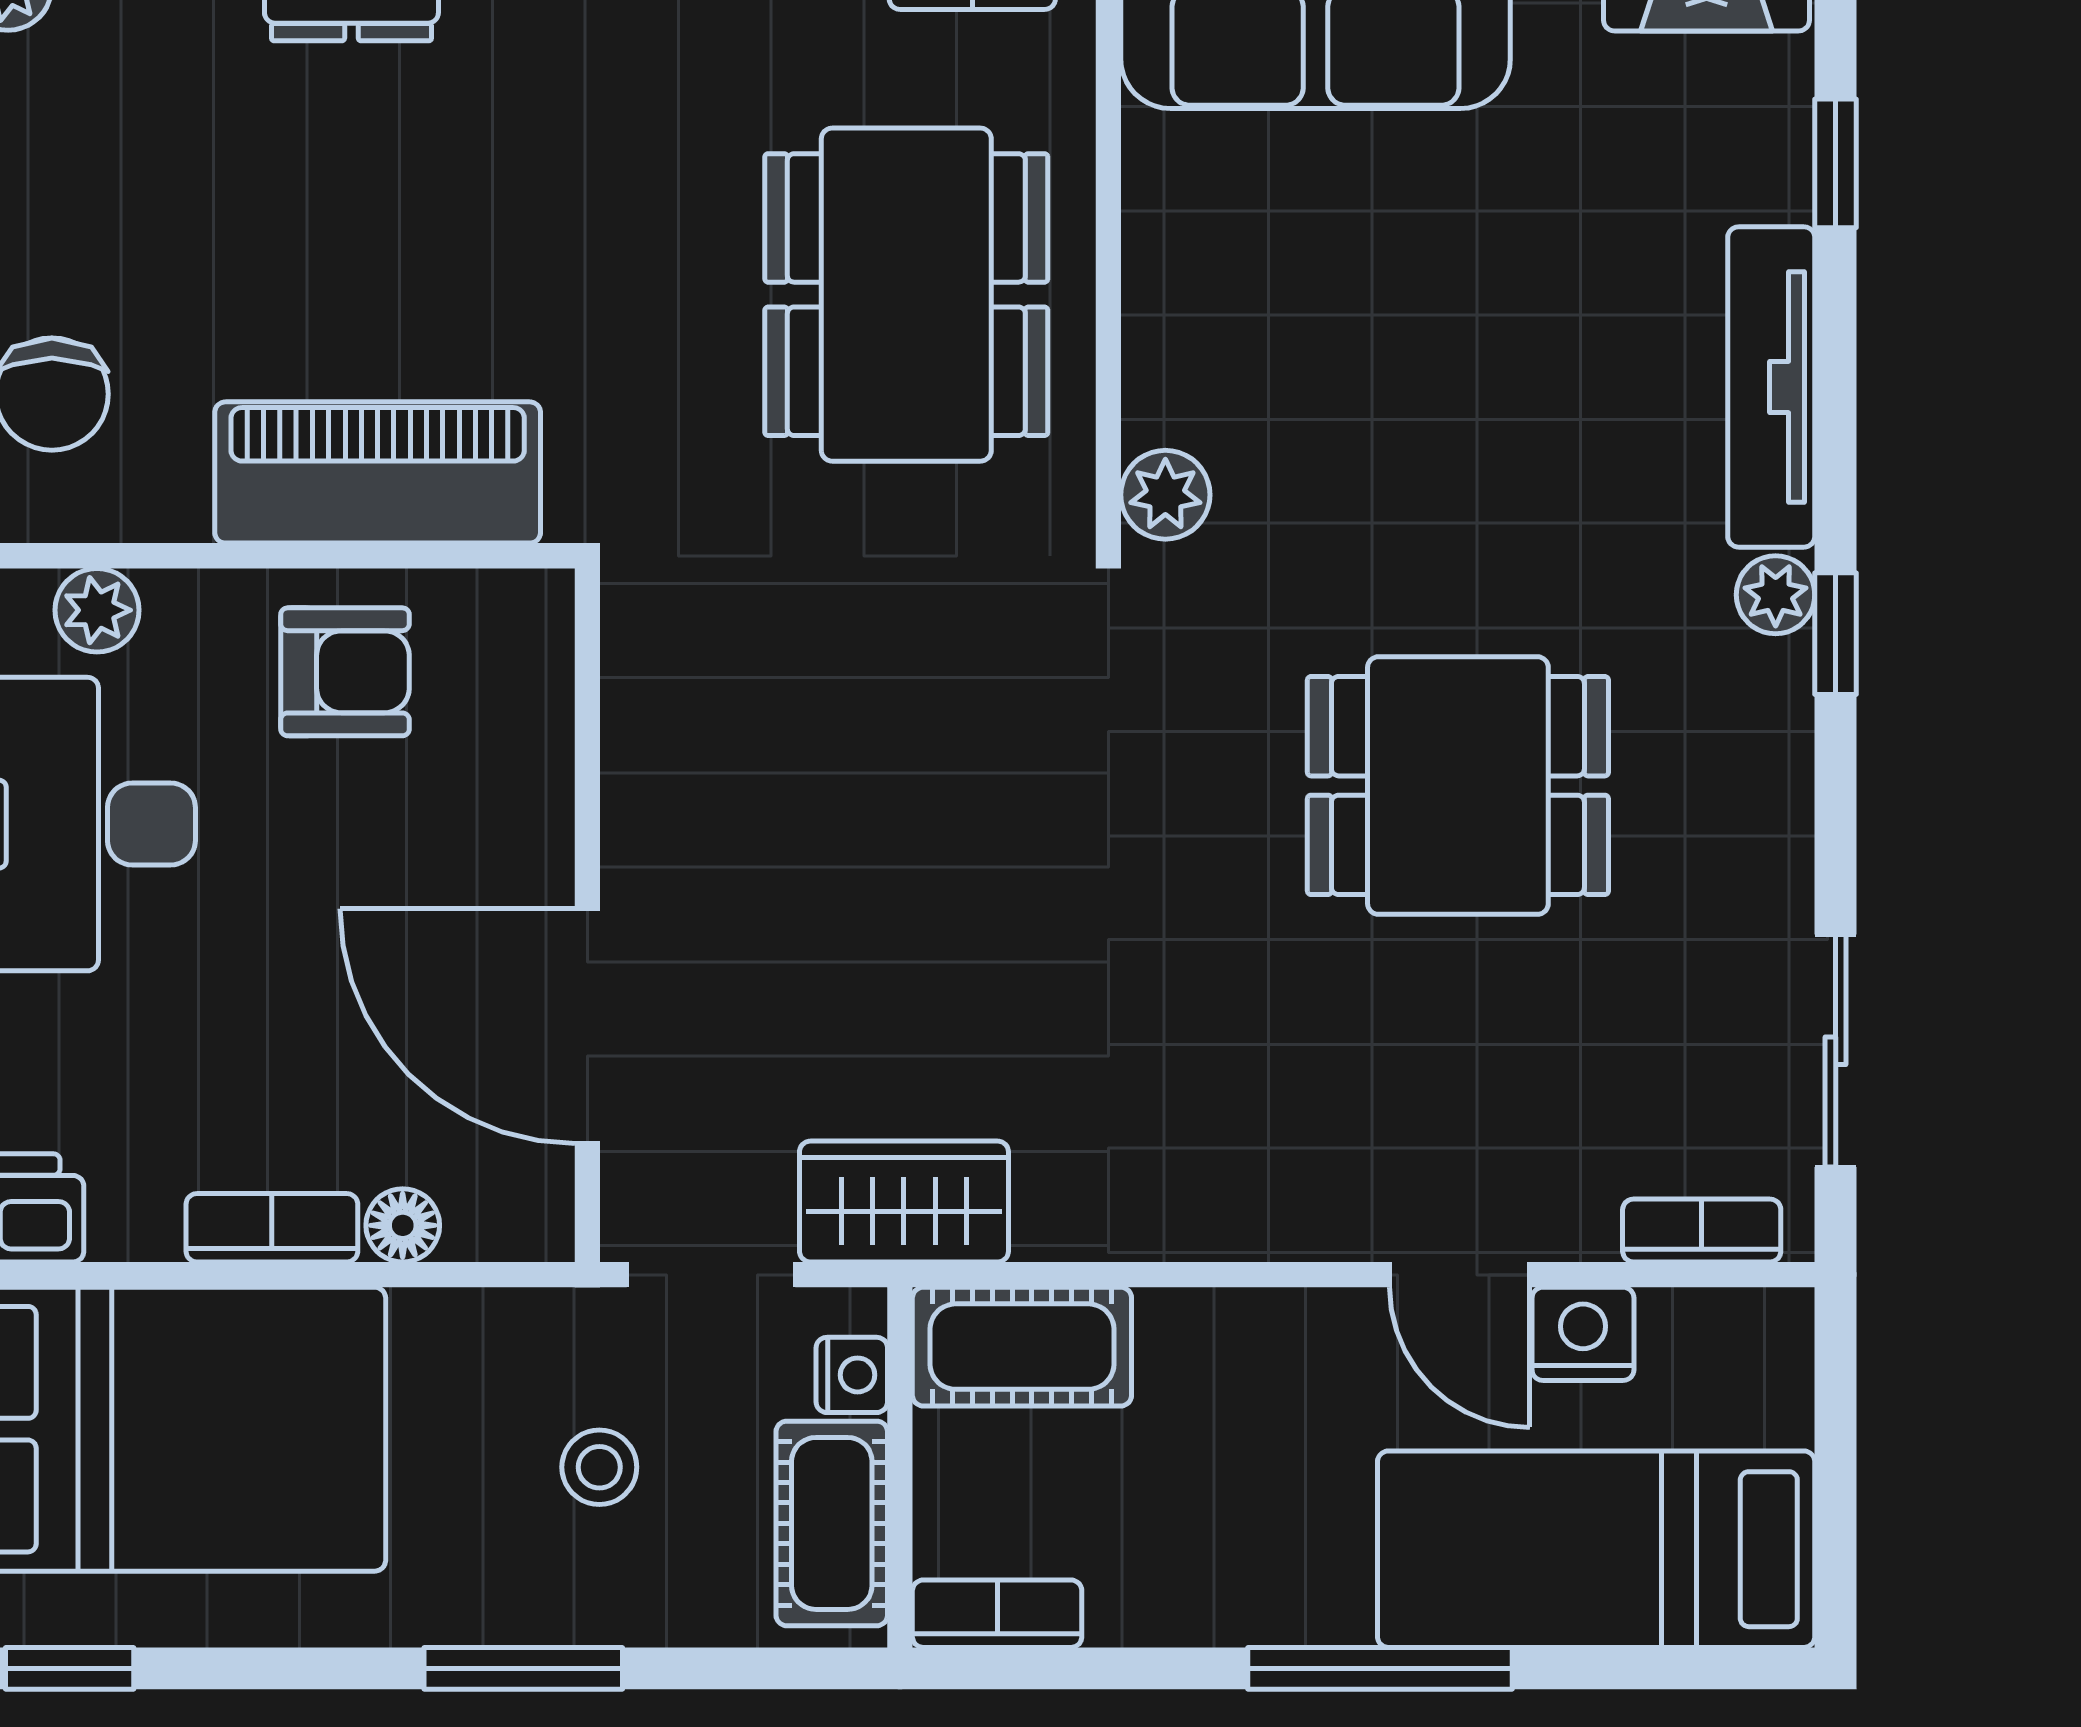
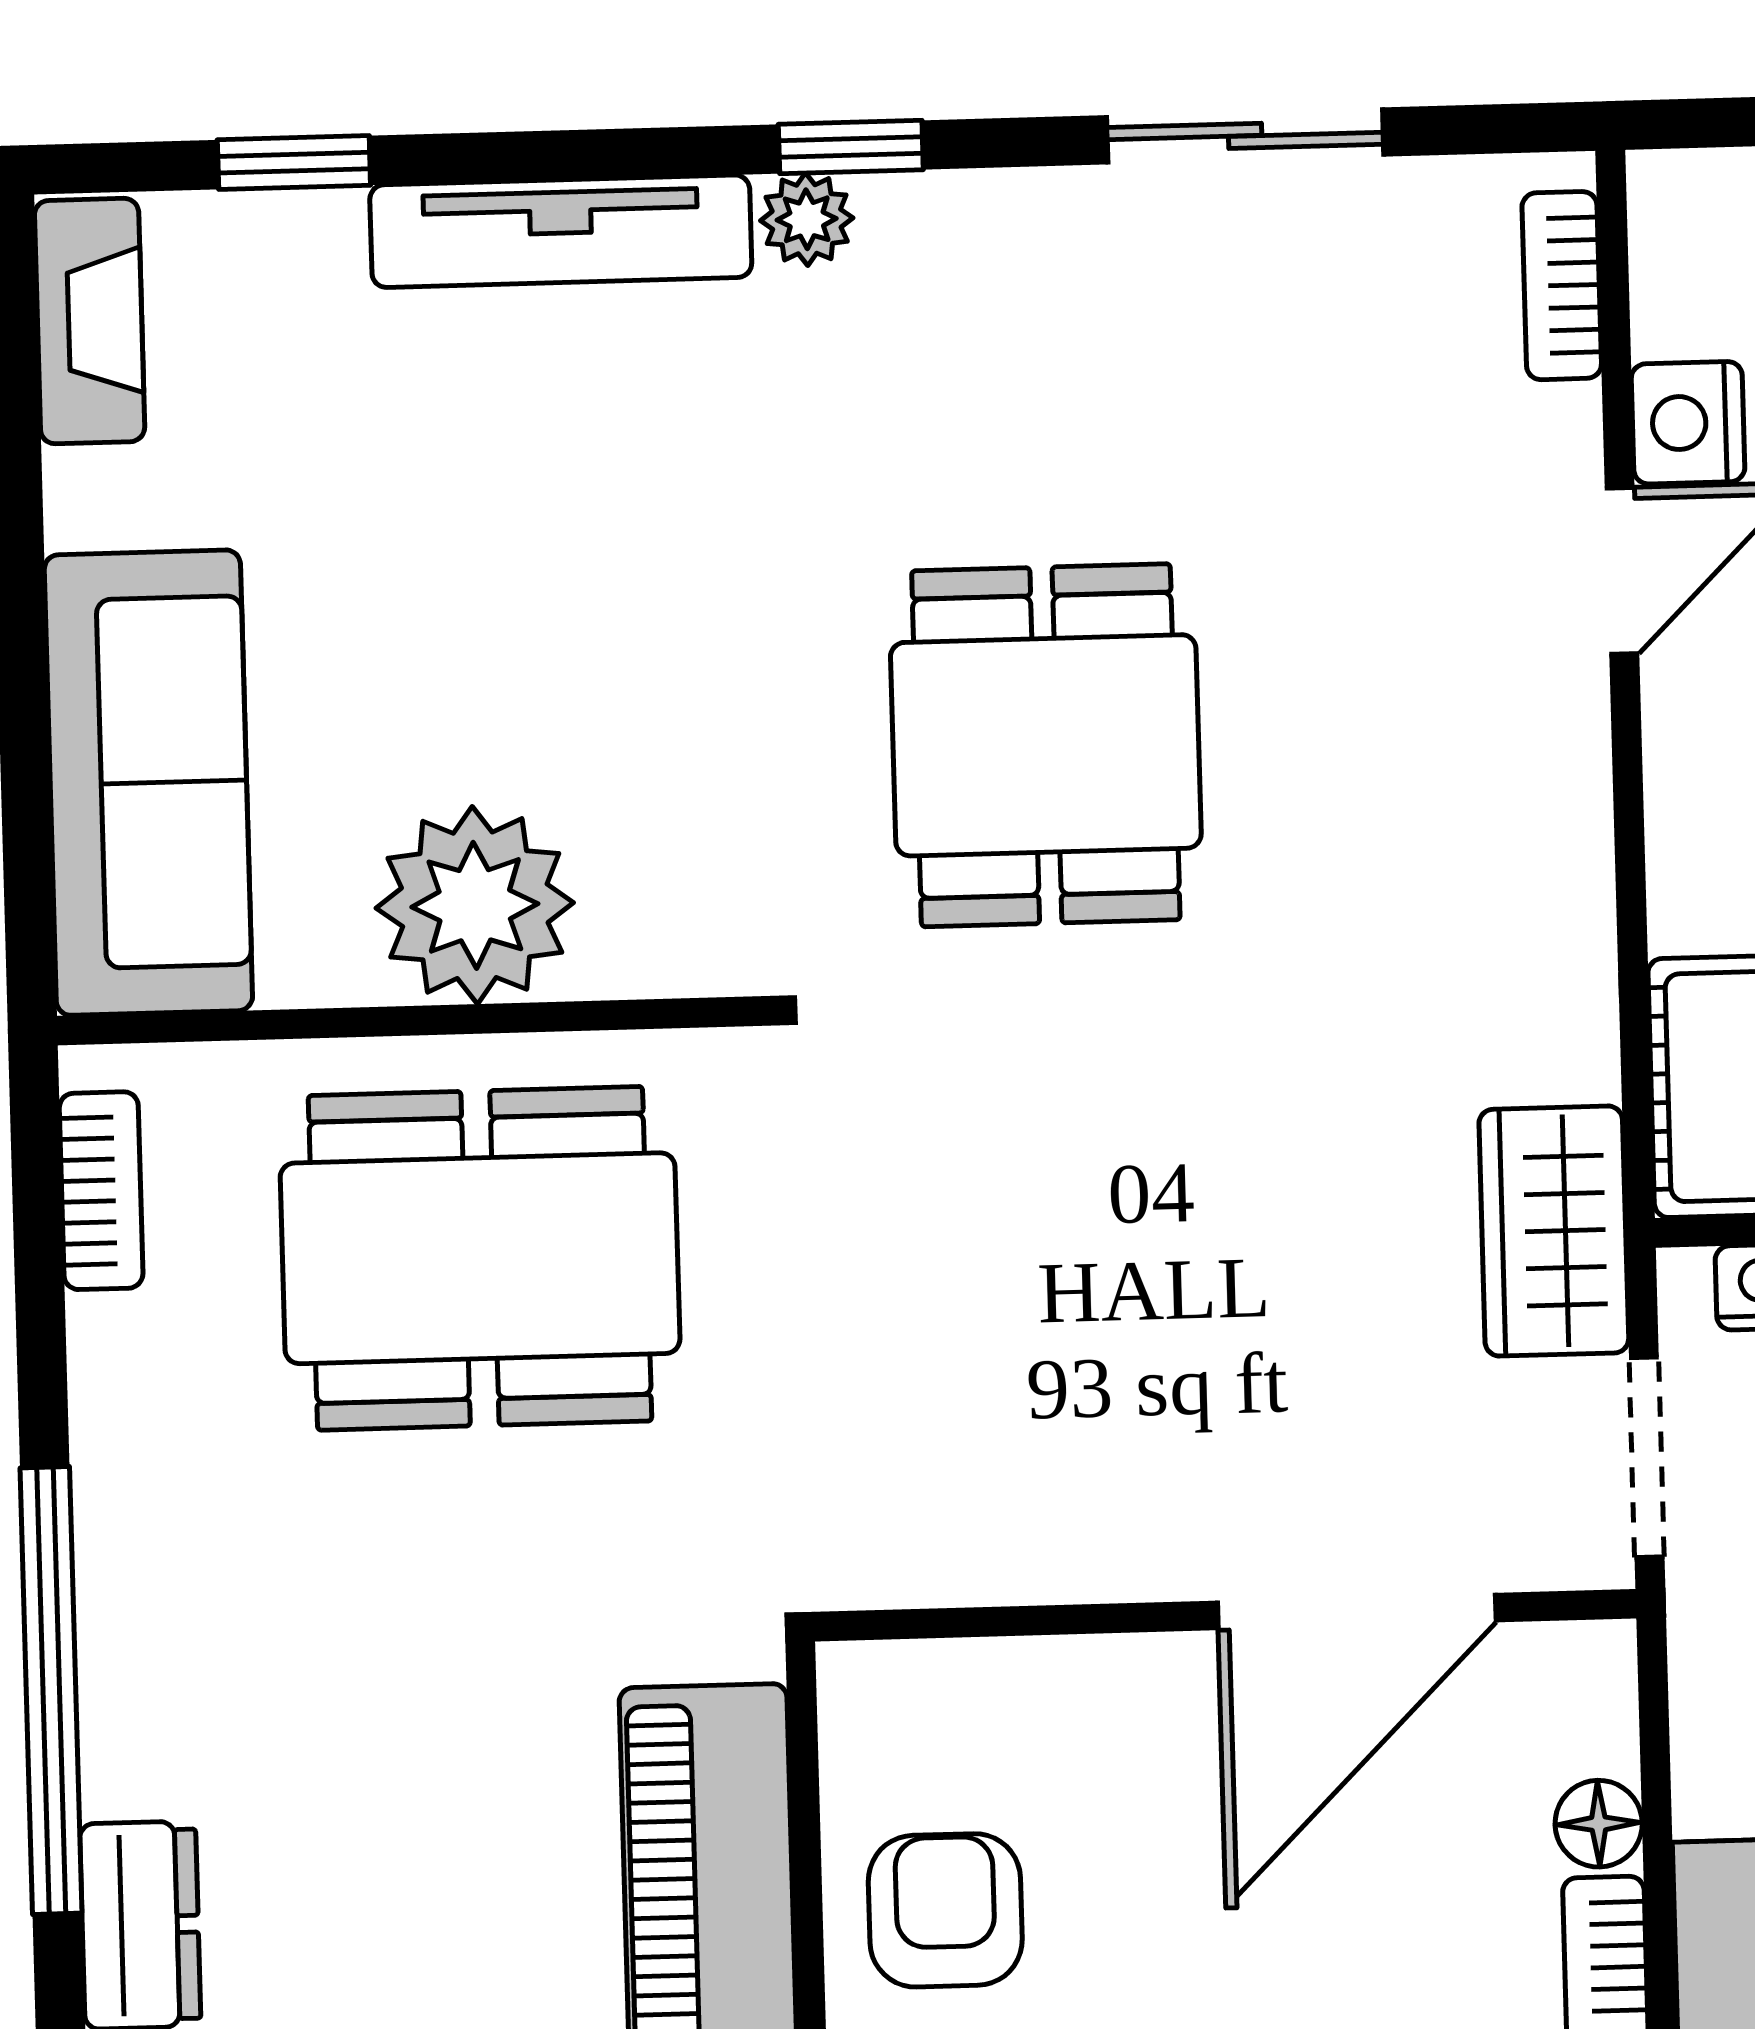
plant: (1165, 495) -> (475, 905), moved, width x1.87, depth x1.87
dining table: (1458, 786) -> (1046, 745), moved
sliding door: (1836, 1051) -> (1245, 136), moved

